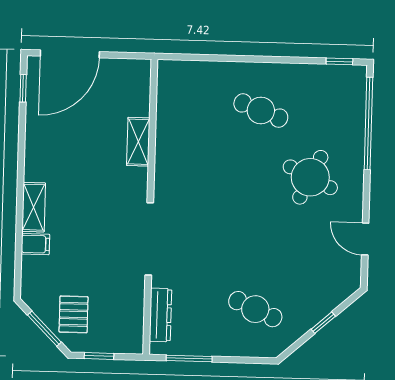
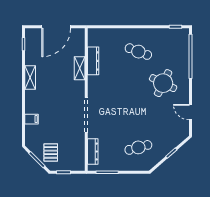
door: (70, 54) -> (56, 27), moved
dresser: (167, 127) -> (93, 61), added
shelving: (34, 207) -> (30, 77), moved
cafe table: (255, 309) -> (138, 147), turned -39

